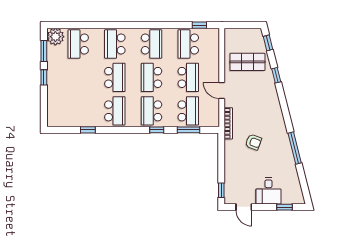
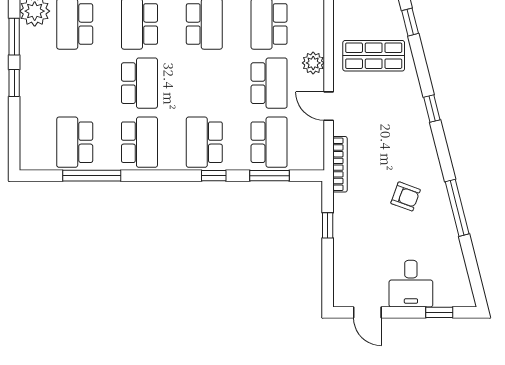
plant: (213, 66) -> (313, 63), added
window: (276, 75) -> (432, 108), moved
school desk: (152, 77) -> (75, 142), moved
window: (88, 130) -> (92, 176), width x2.17
armchair: (253, 142) -> (406, 196), moved
window: (221, 190) -> (328, 225), moved

